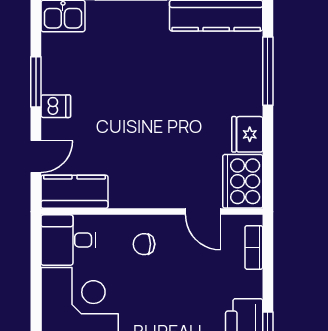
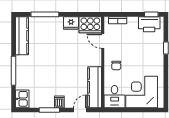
door: (36, 157) -> (80, 110), hinge flipped
kitchen counter: (74, 192) -> (95, 87), width x1.50
door: (203, 212) -> (103, 41), swing flipped

